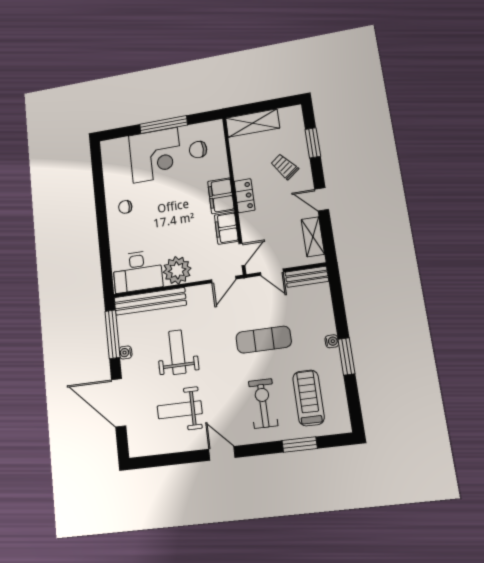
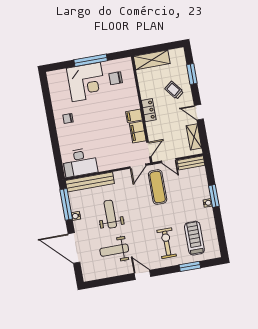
filing cabinet: (221, 196) -> (134, 116), width x0.50
plant: (177, 270) -> (107, 161), removed
exercise mat: (264, 340) -> (158, 187), moved, turned 90
window: (346, 356) -> (214, 196), moved

